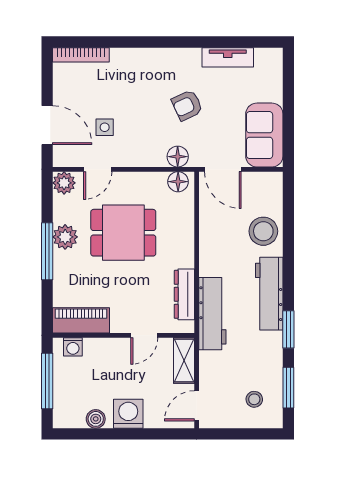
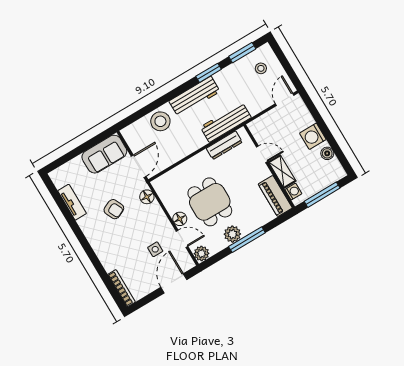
floor lamp: (178, 182) -> (180, 219), moved
shelving: (184, 360) -> (282, 172), moved, turned 90
door: (197, 406) -> (285, 100), swing flipped

